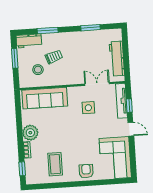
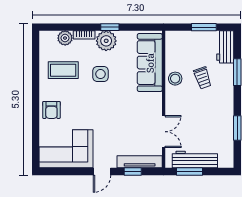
window: (126, 62) -> (190, 172), added
stool: (38, 70) -> (175, 79), moved
side table: (88, 108) -> (101, 74), moved
plant: (30, 164) -> (65, 38), added
window: (22, 169) -> (110, 27), moved
armchair: (86, 171) -> (51, 110), turned 90

